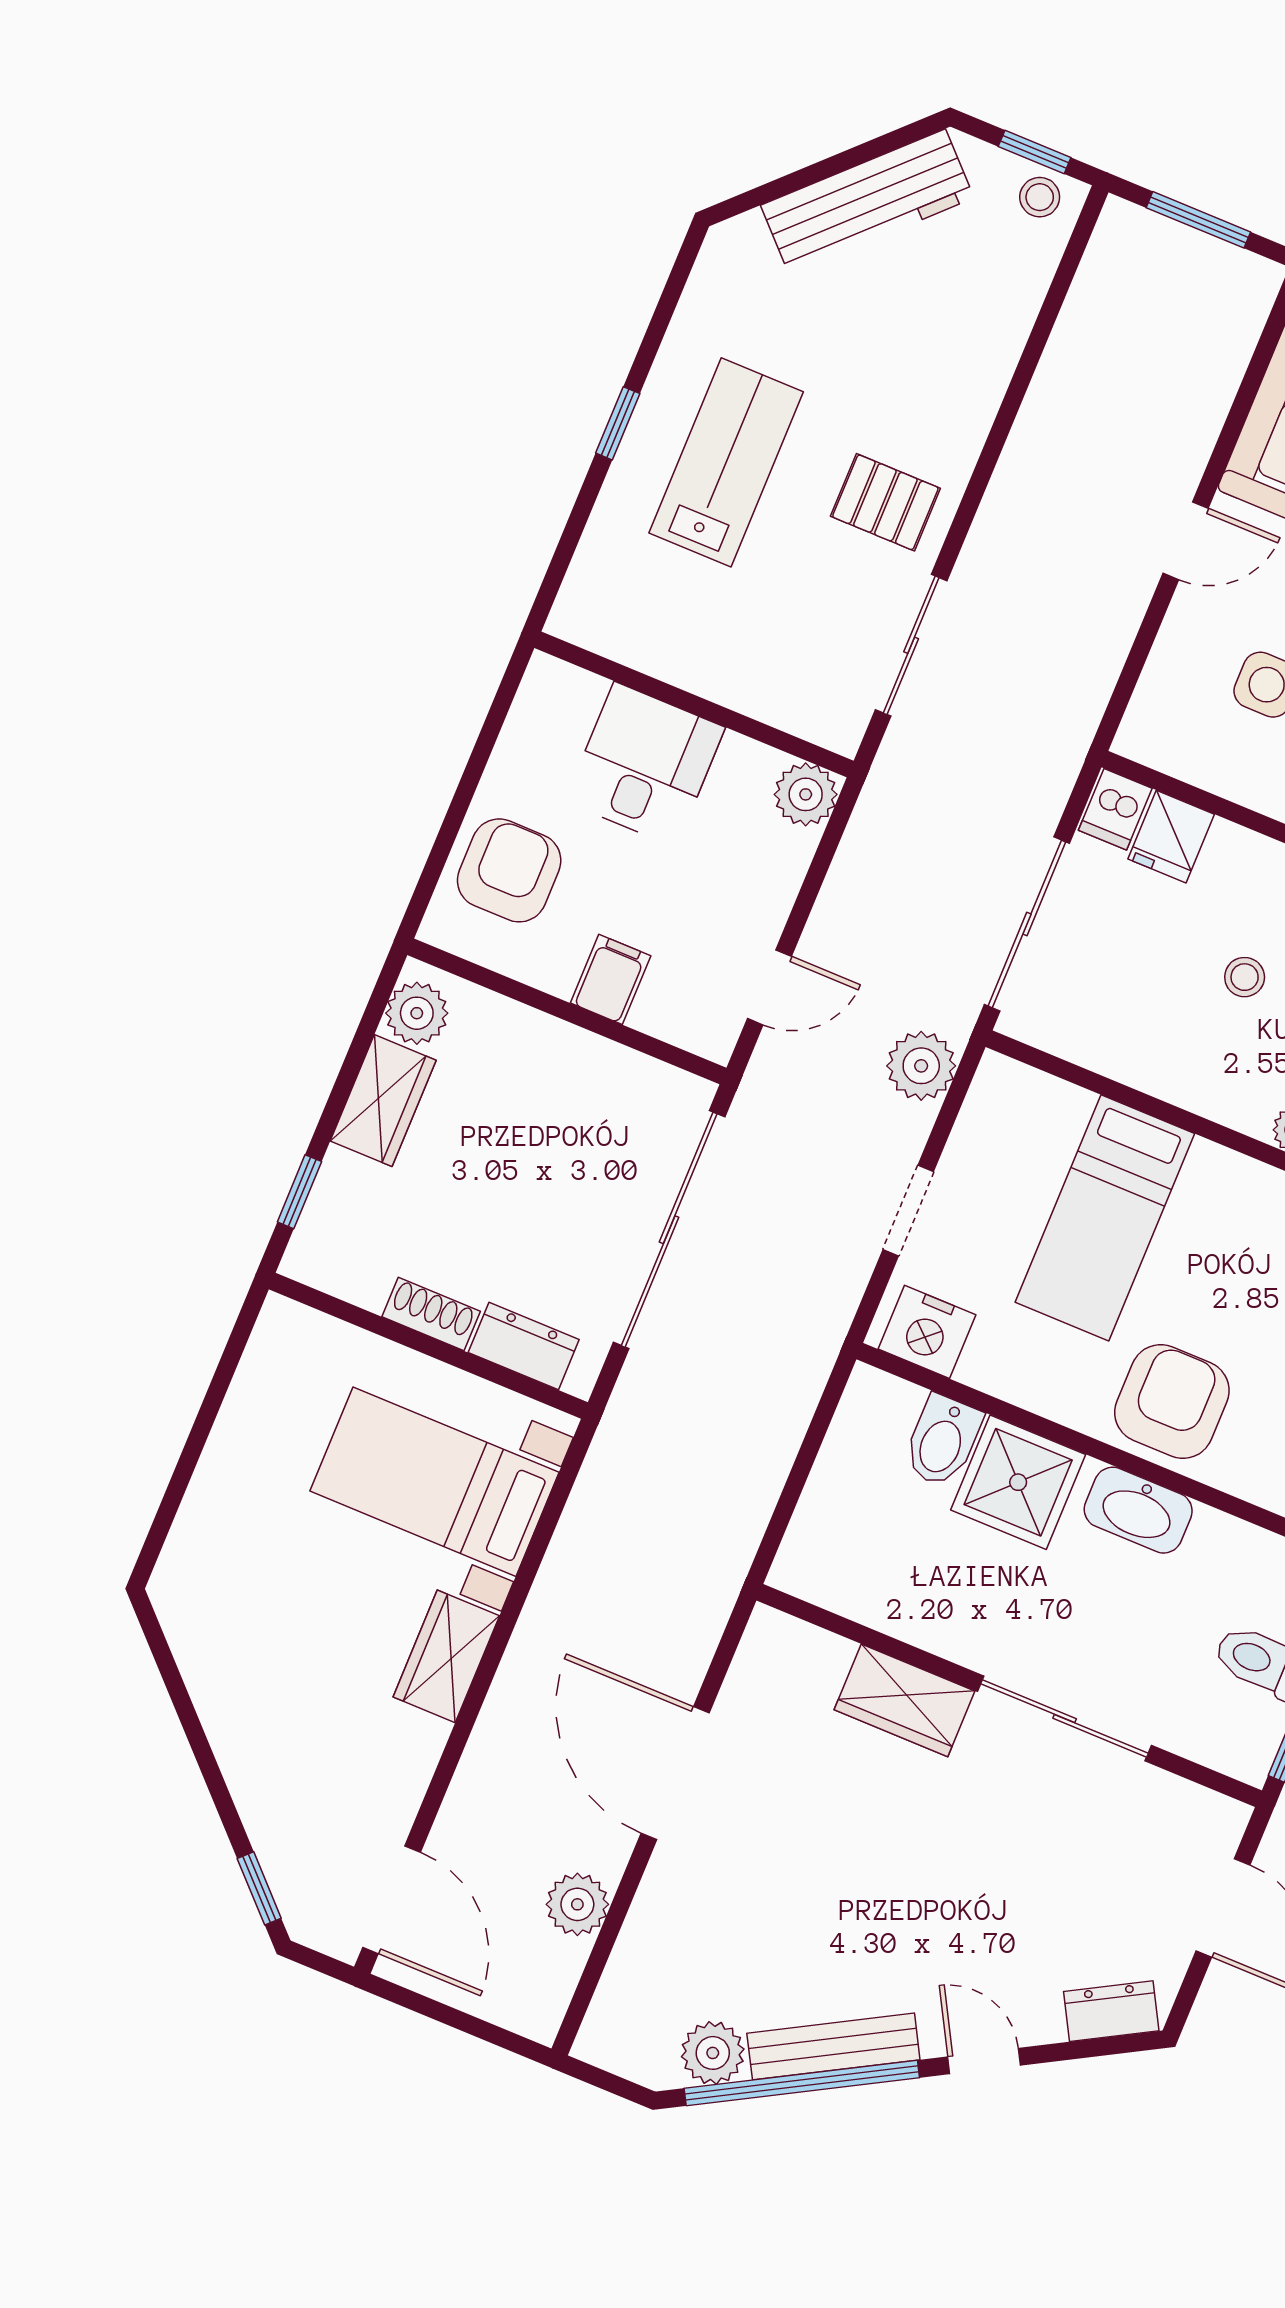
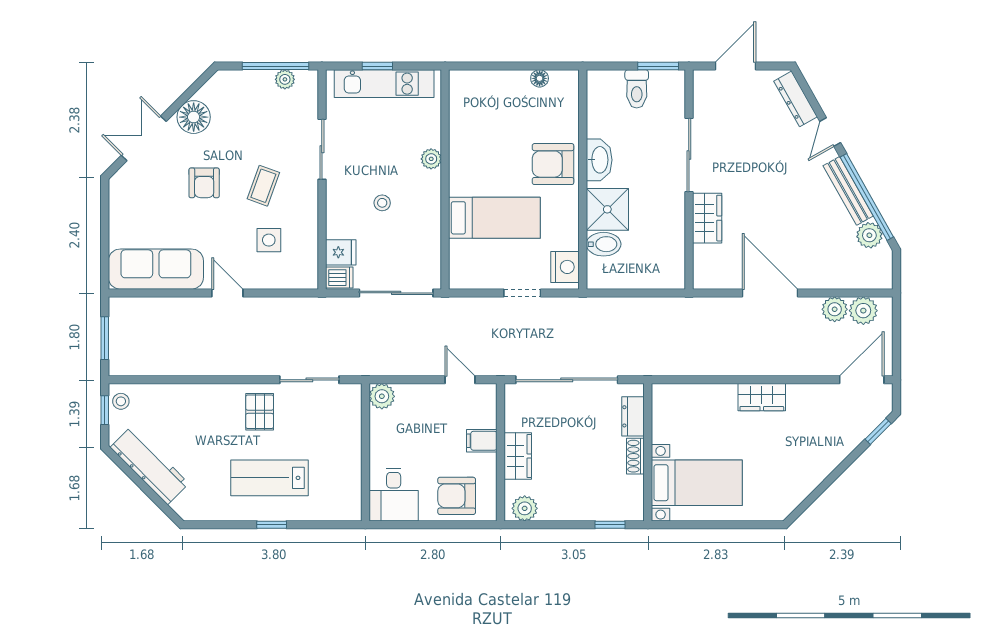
desk: (645, 764) -> (394, 495), moved, turned -90
plant: (921, 1066) -> (863, 311), moved
wardrobe: (383, 1101) -> (518, 456), moved, turned 90
bed with nightstands: (434, 1482) -> (697, 483), moved, turned -90
door: (675, 1773) -> (770, 293), swing flipped
dresser: (1111, 2011) -> (796, 99), width x1.44

